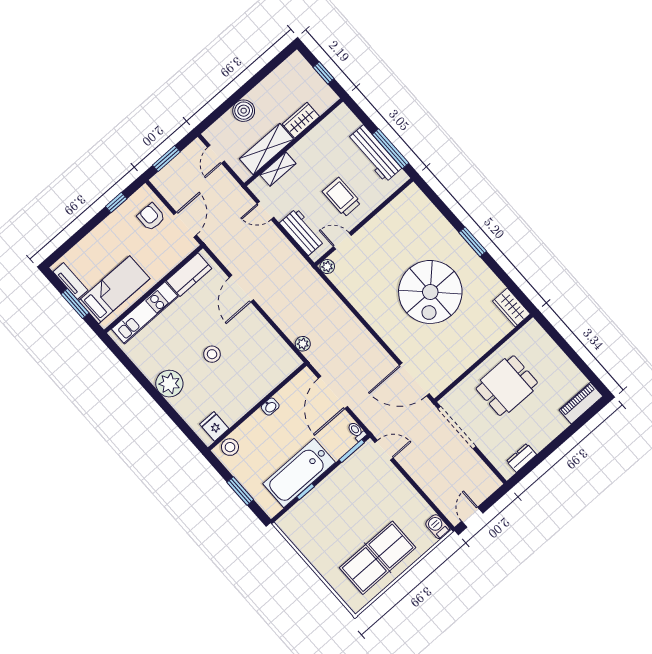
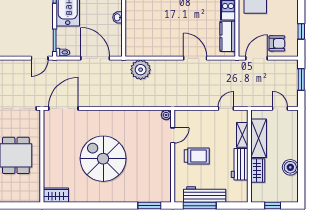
boiler: (244, 111) -> (290, 167), moved
door: (185, 225) -> (256, 58), swing flipped
workbench: (302, 232) -> (240, 164), moved, turned 90
window: (473, 242) -> (149, 206), moved
plant: (303, 344) -> (141, 70), width x1.87, depth x1.87
stool: (212, 354) -> (174, 11), removed

